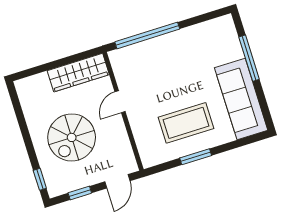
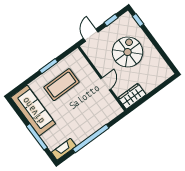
fireplace: (215, 26) -> (64, 149), added
window: (147, 35) -> (91, 138), moved
wardrobe: (78, 73) -> (132, 96), width x0.67

